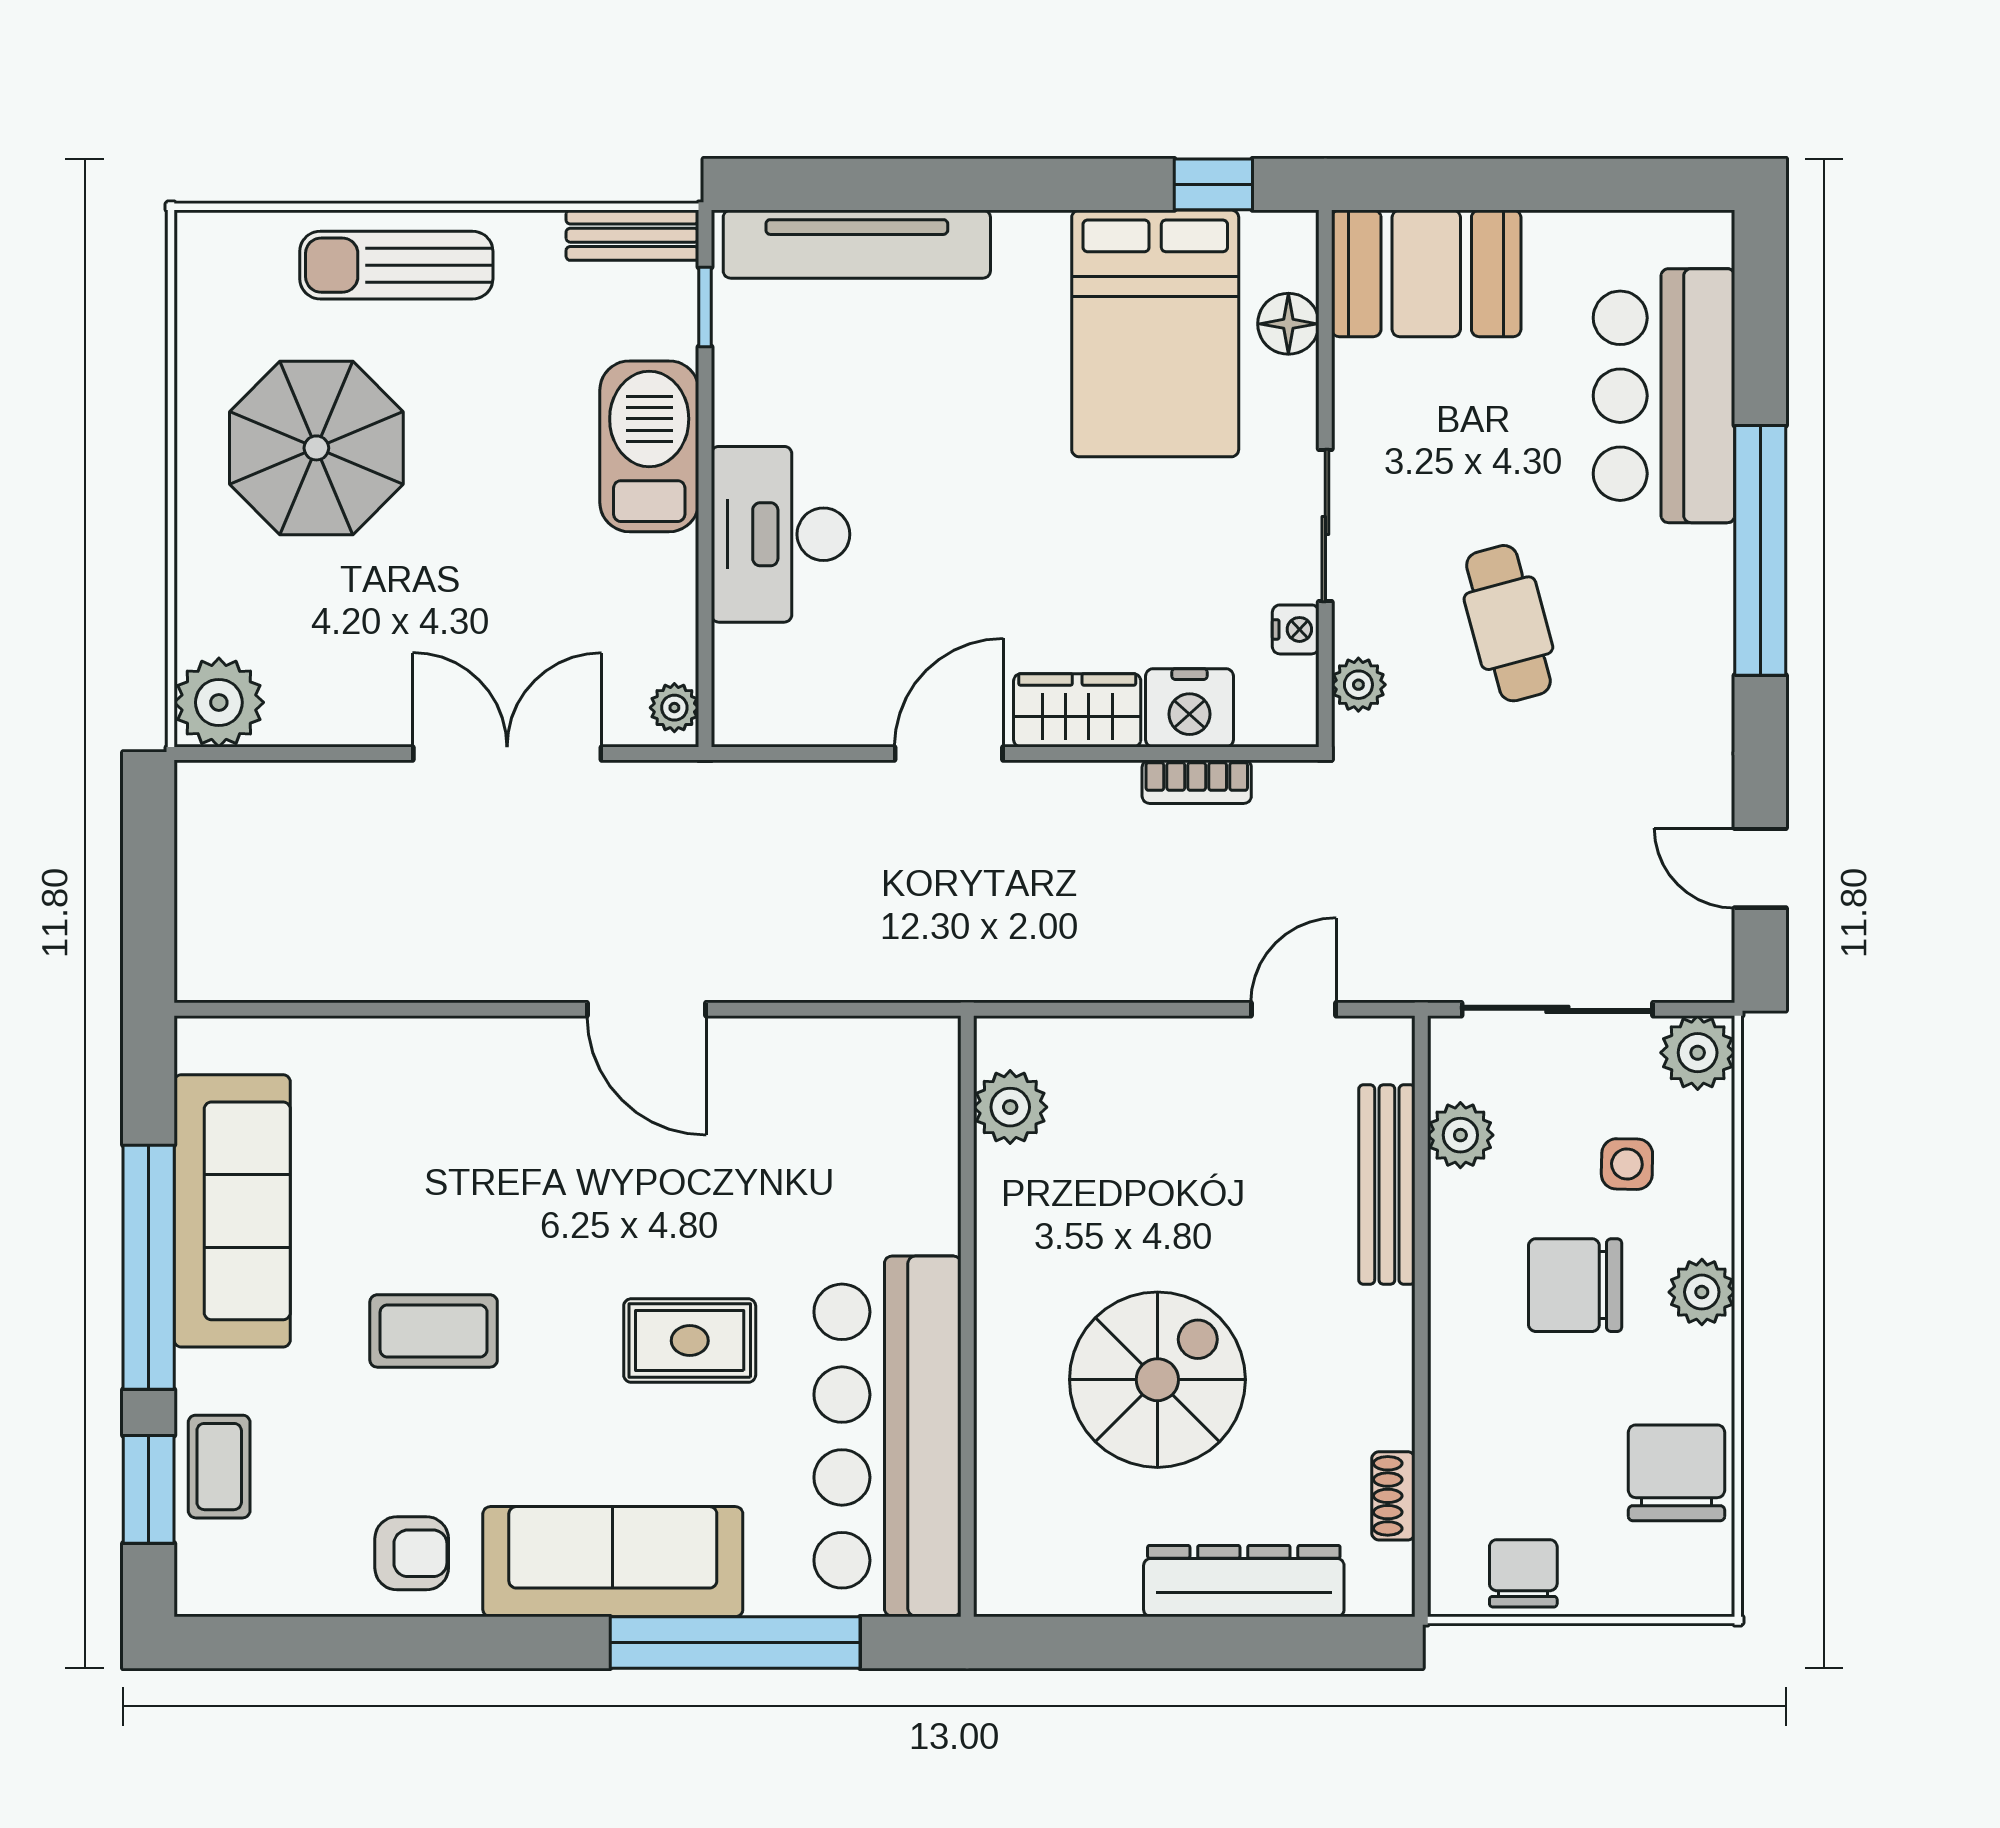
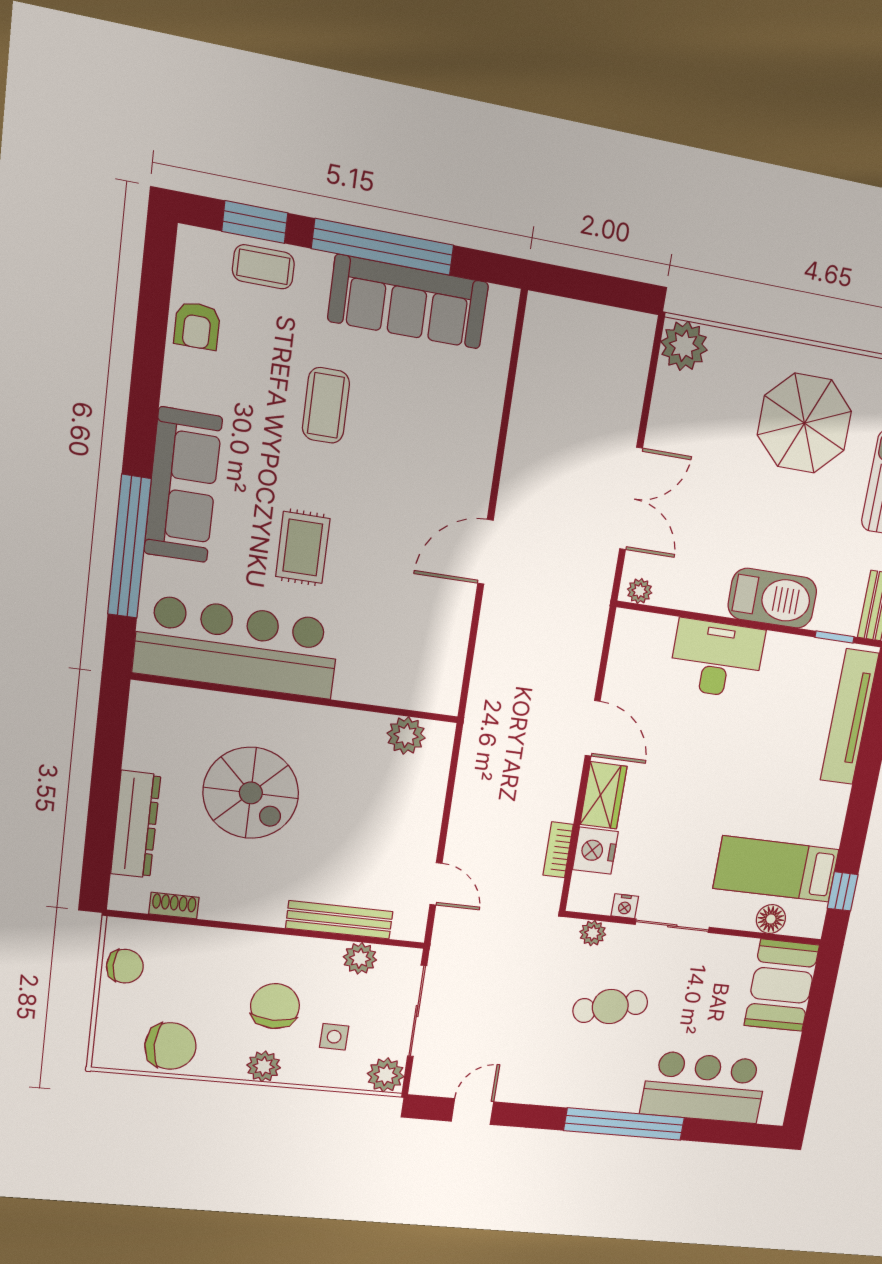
bed: (1155, 333) -> (776, 869), width x0.67
armchair: (412, 1553) -> (197, 326), moved

